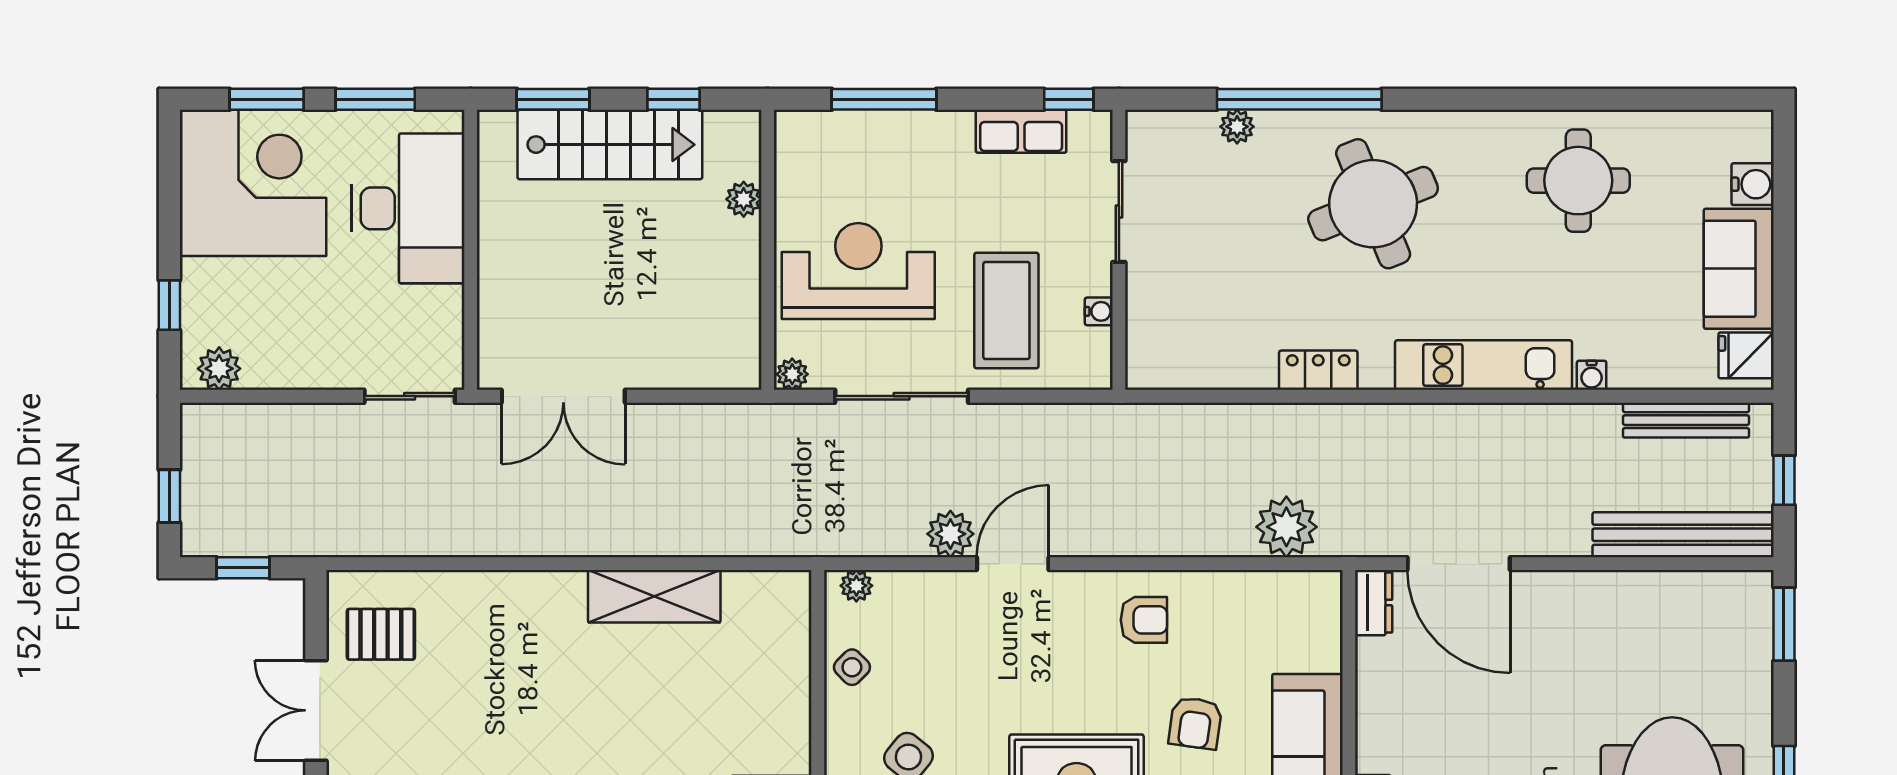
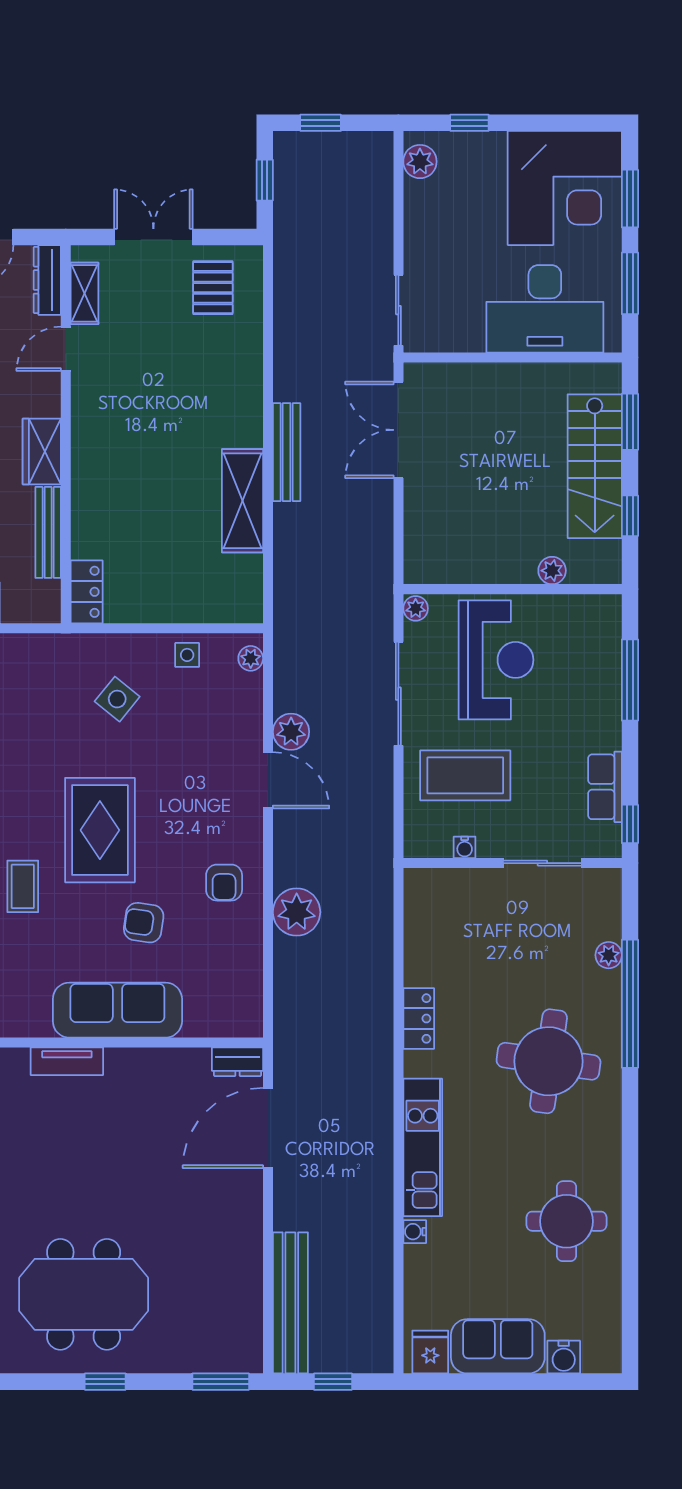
round table: (1373, 204) -> (549, 1061), turned 30
bench: (1686, 420) -> (287, 452), moved
plant: (1286, 527) -> (297, 912), moved
side table: (852, 667) -> (187, 655), turned 45

